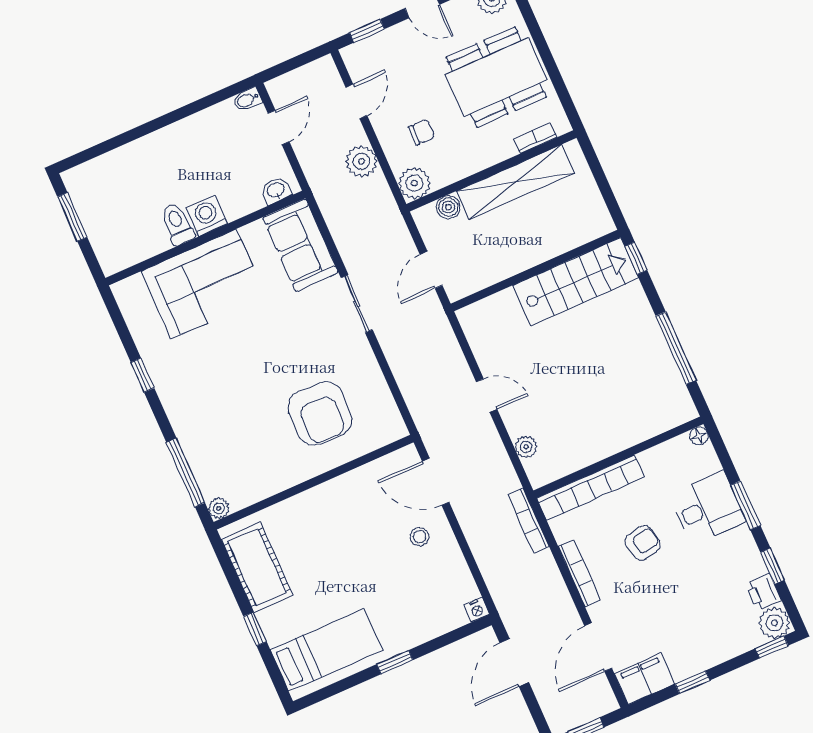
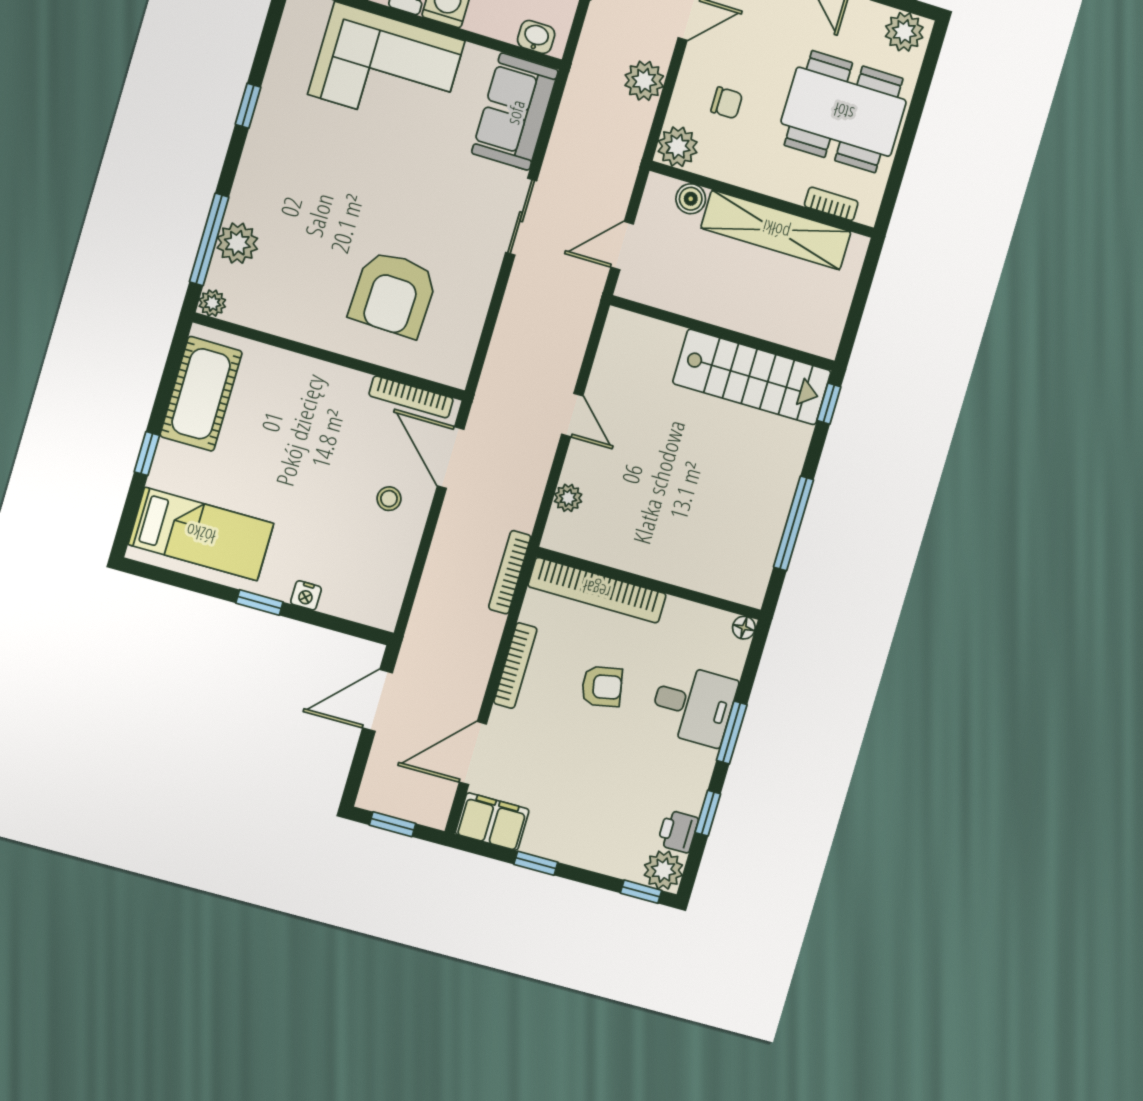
plant: (204, 461) -> (237, 243), added
bookcase: (382, 465) -> (411, 397), added
nightstand: (477, 610) -> (306, 595), moved

